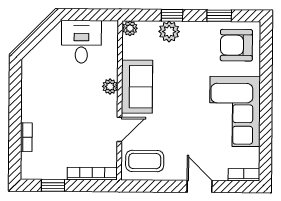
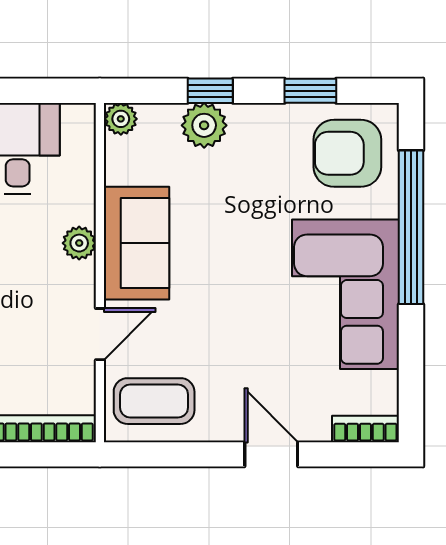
window: (266, 80) -> (411, 227), added

